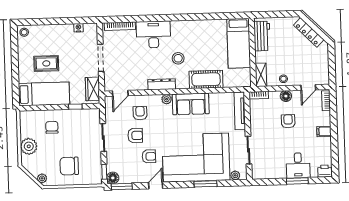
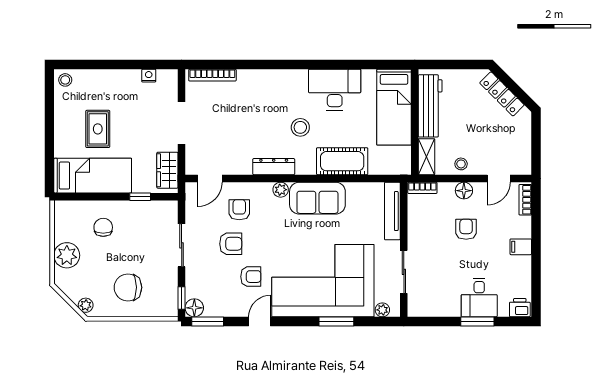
desk: (153, 34) -> (335, 90), moved
workbench: (262, 36) -> (430, 106), width x1.37
rug: (46, 63) -> (98, 129), turned 90

